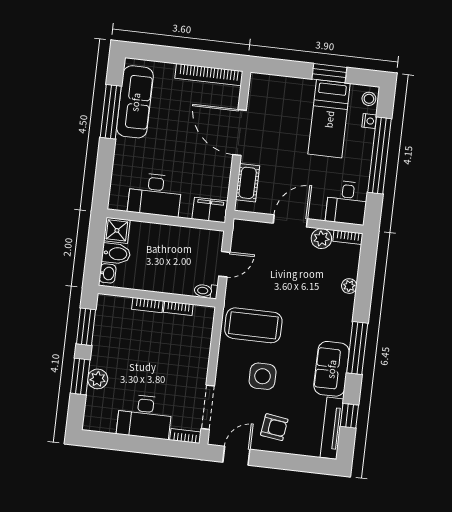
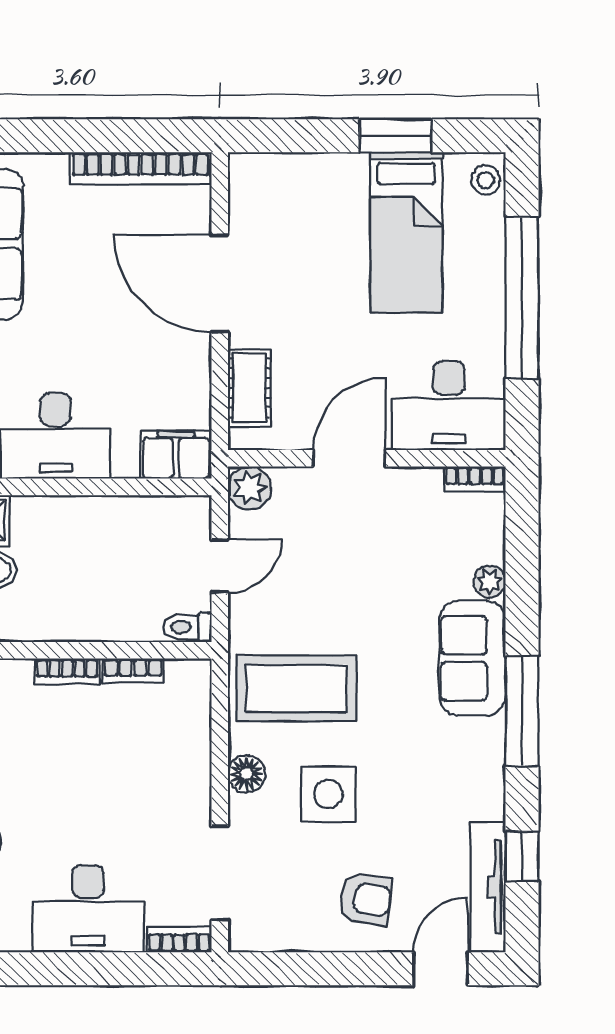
nightstand: (369, 121) -> (492, 227), removed
desk: (347, 203) -> (449, 406), width x1.37
plant: (321, 239) -> (249, 488), moved
floor lamp: (226, 362) -> (247, 774), added
sofa: (331, 369) -> (472, 658), moved
door: (236, 456) -> (441, 969), moved

